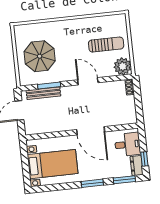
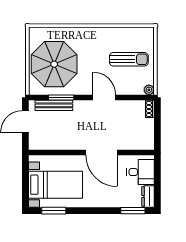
parasol: (40, 56) -> (54, 64), width x1.36, depth x1.36
plant: (123, 66) -> (149, 90), width x0.53, depth x0.53
window: (144, 159) -> (157, 190), removed
window: (92, 183) -> (54, 211), moved

